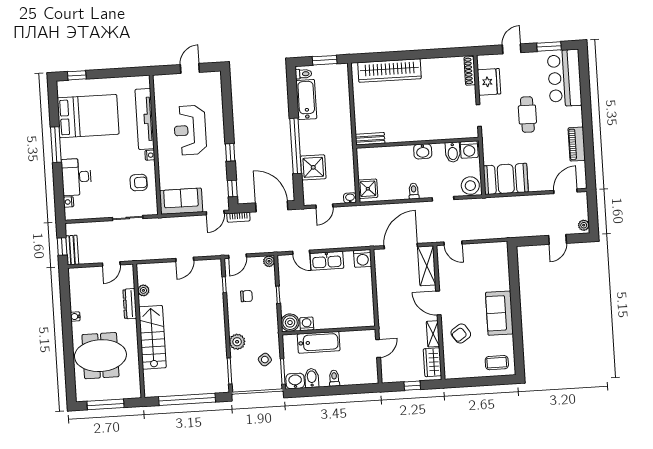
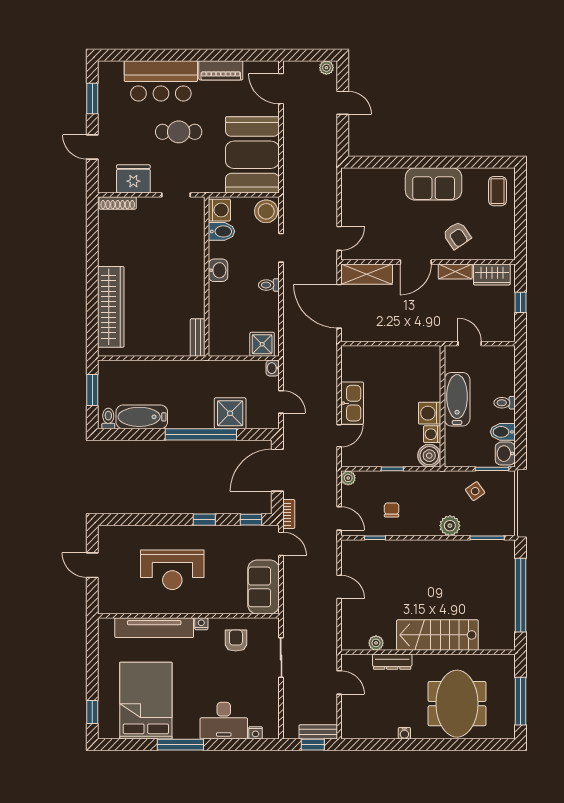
bar counter: (564, 78) -> (161, 81), moved
booth: (506, 179) -> (252, 155), width x1.36, depth x1.42
washing machine: (363, 258) -> (430, 413), moved, turned 180
bathtub: (319, 342) -> (457, 399), moved

